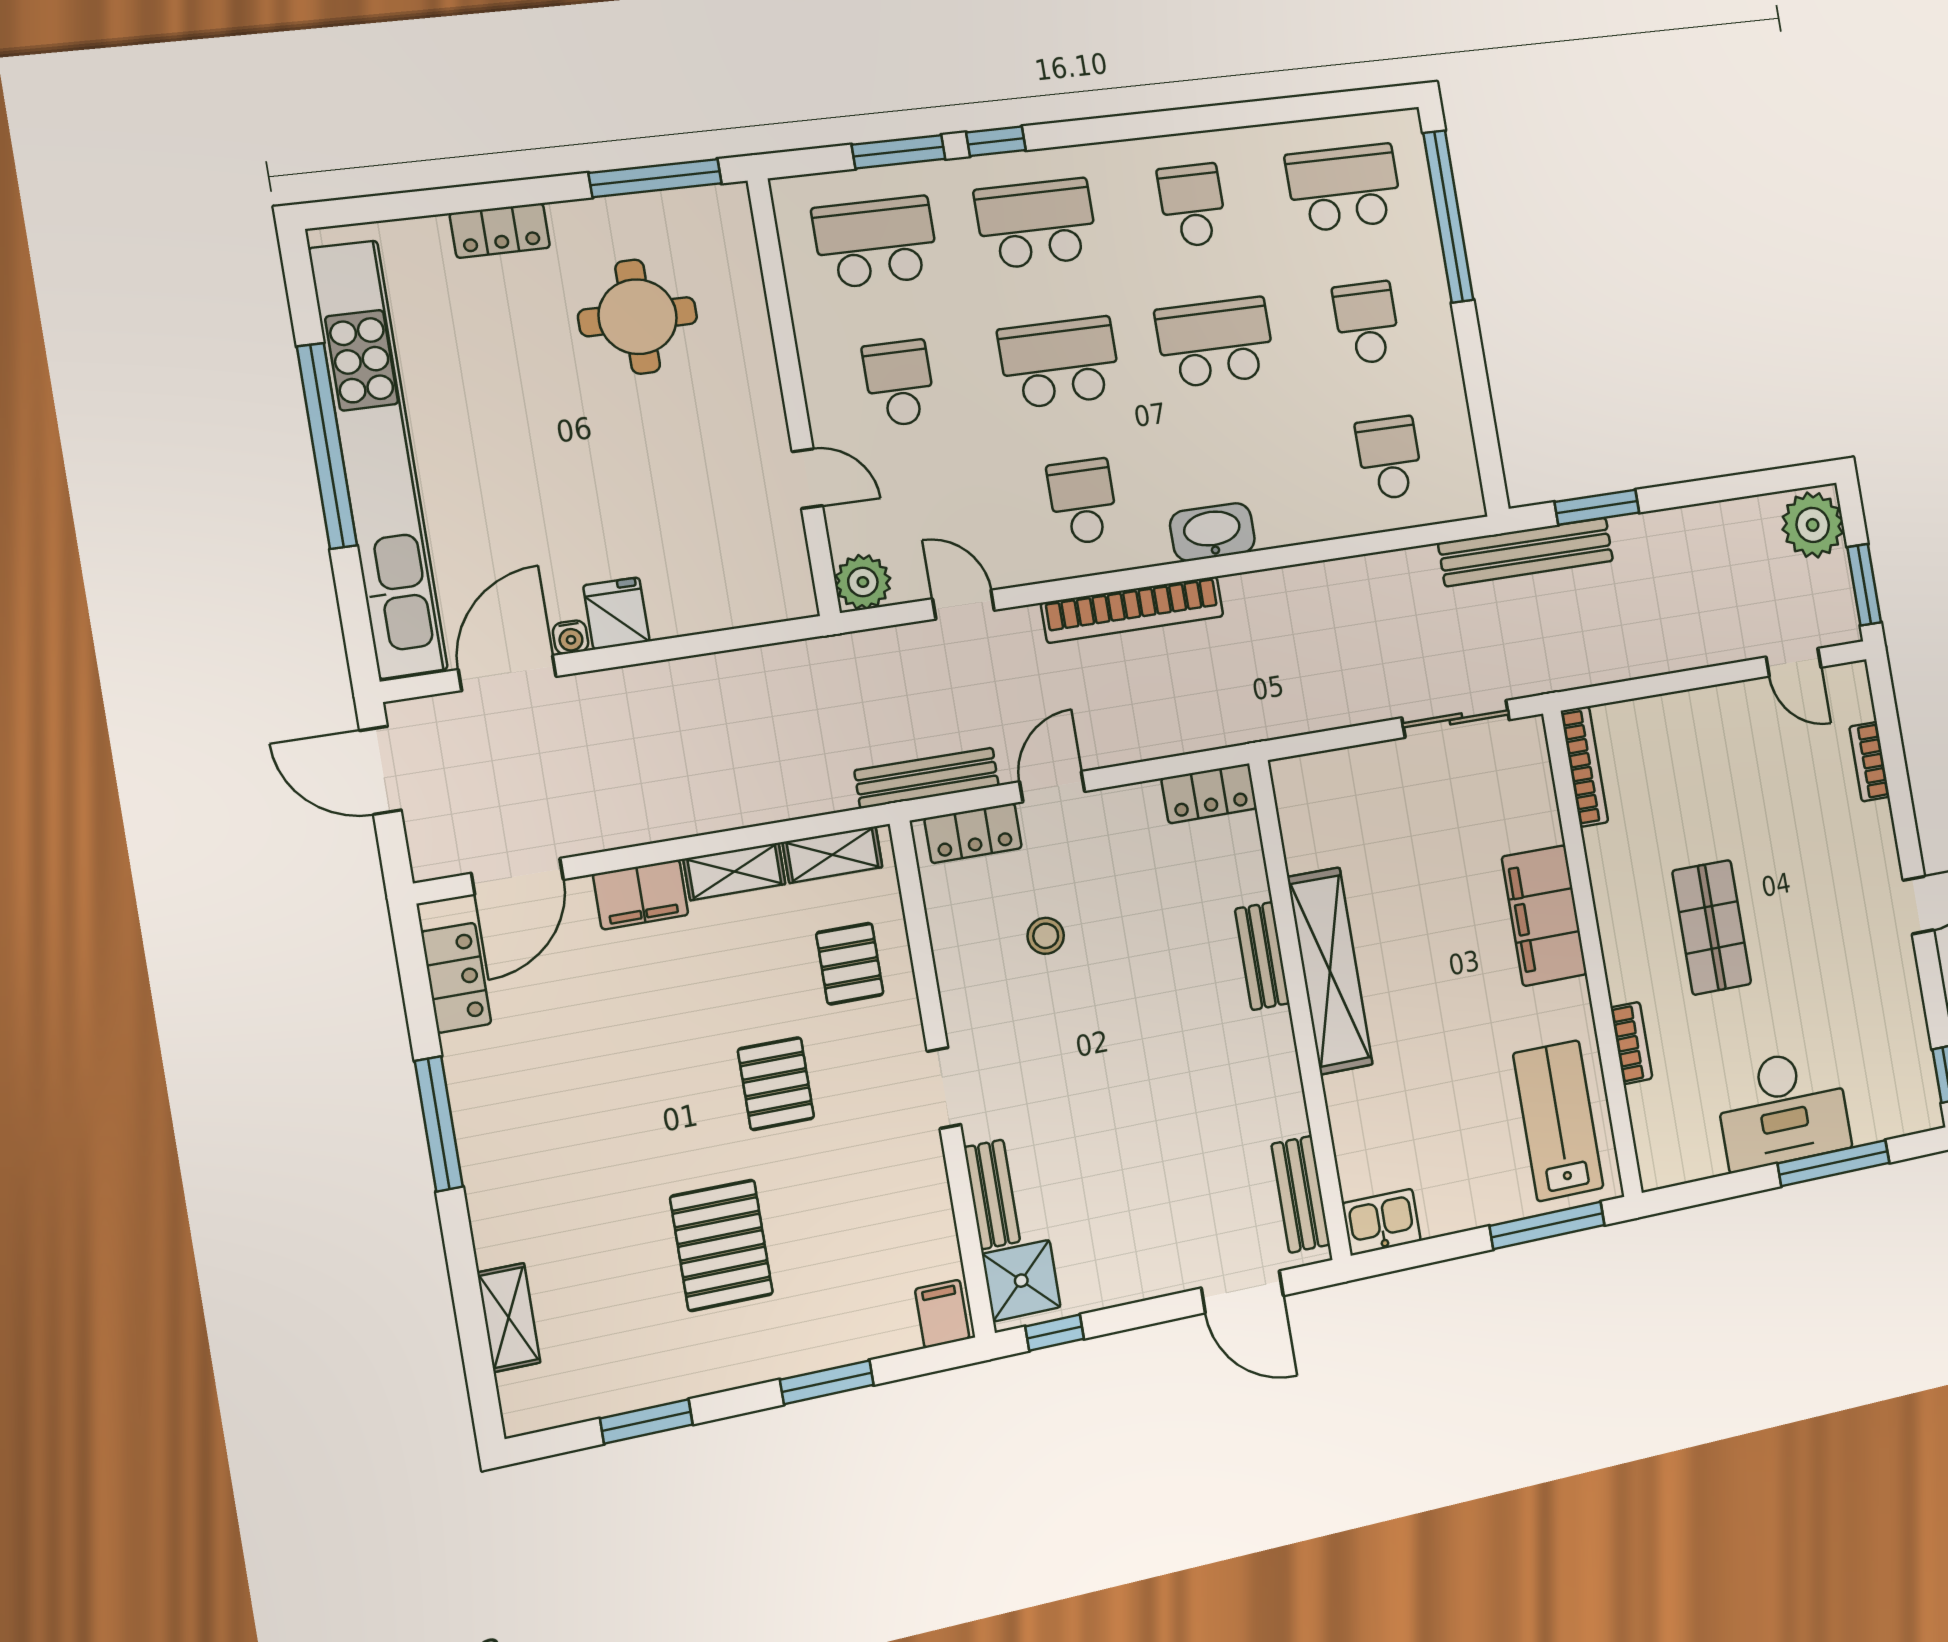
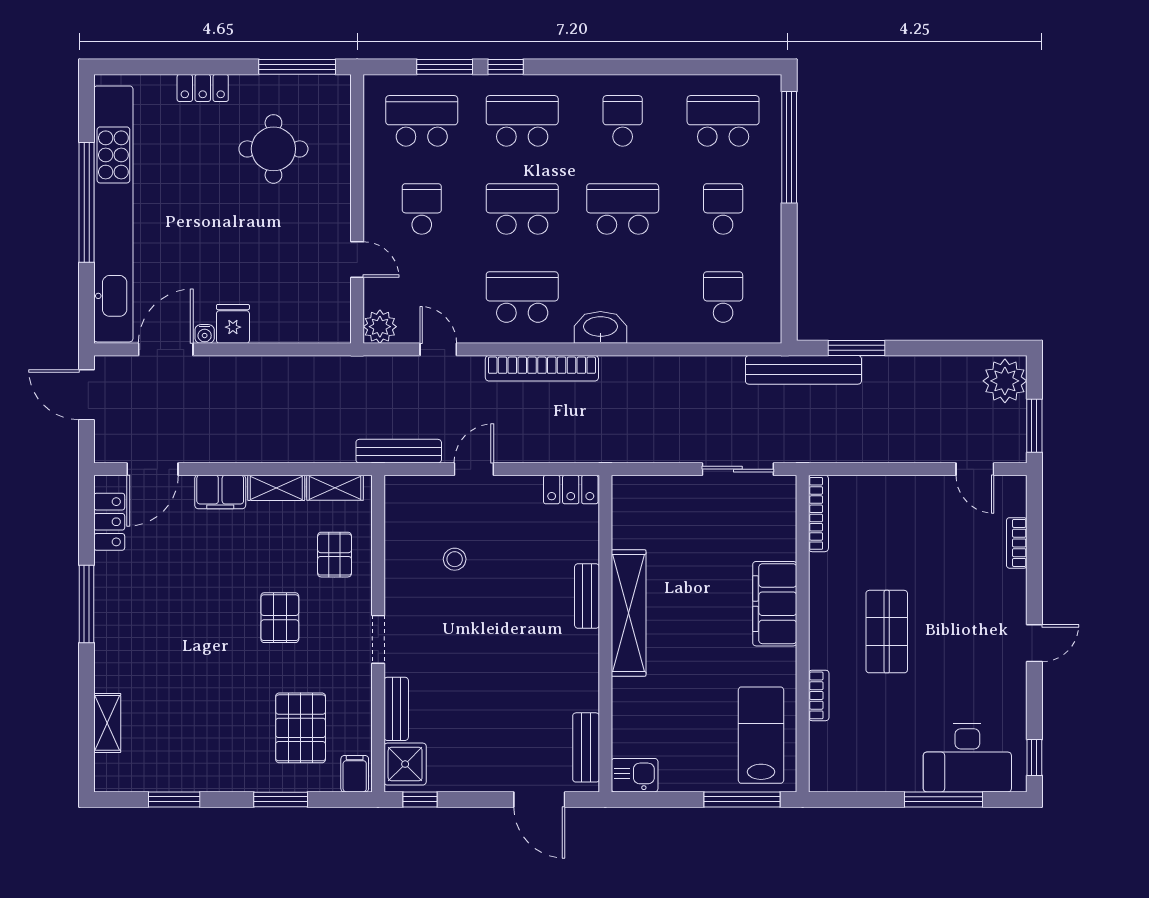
school desk: (1083, 502) -> (522, 297), width x1.85
locker: (973, 833) -> (421, 489), removed
desk: (1783, 1109) -> (967, 758), moved
pallet: (721, 1245) -> (301, 728), moved

